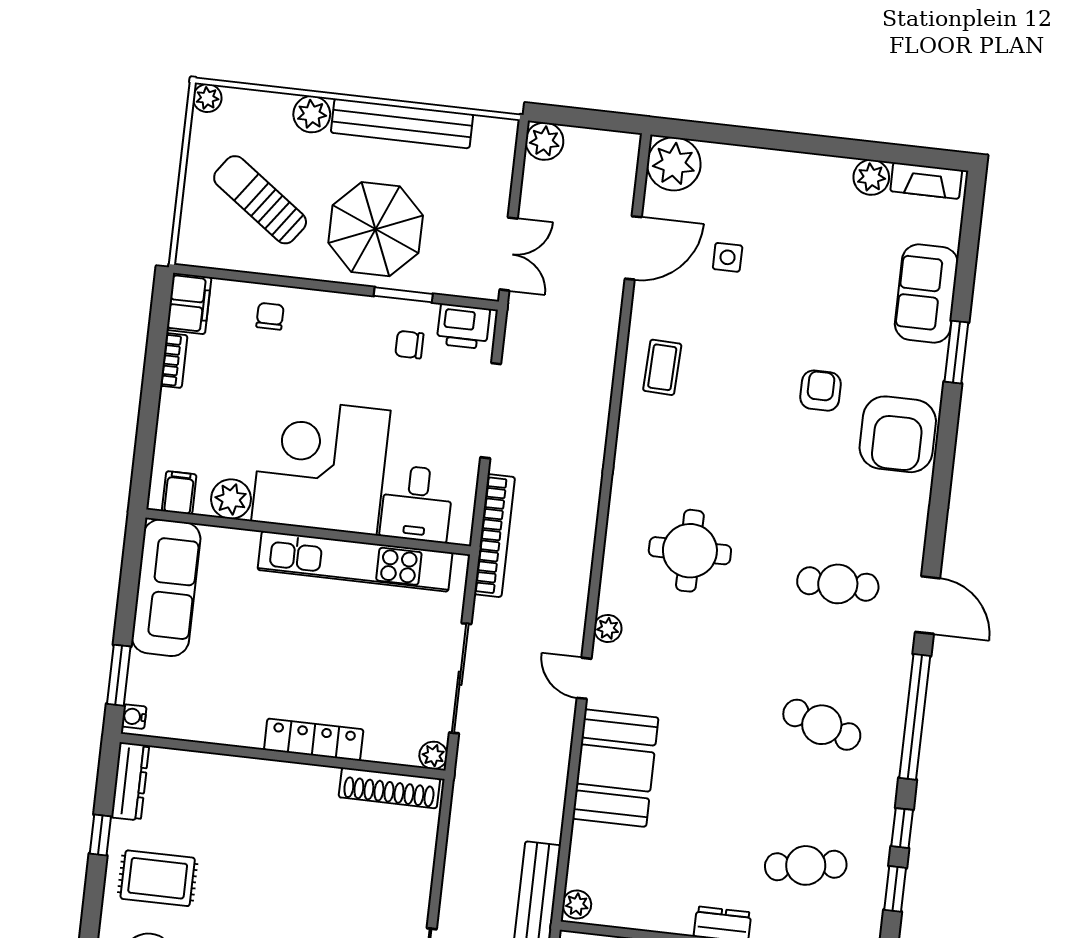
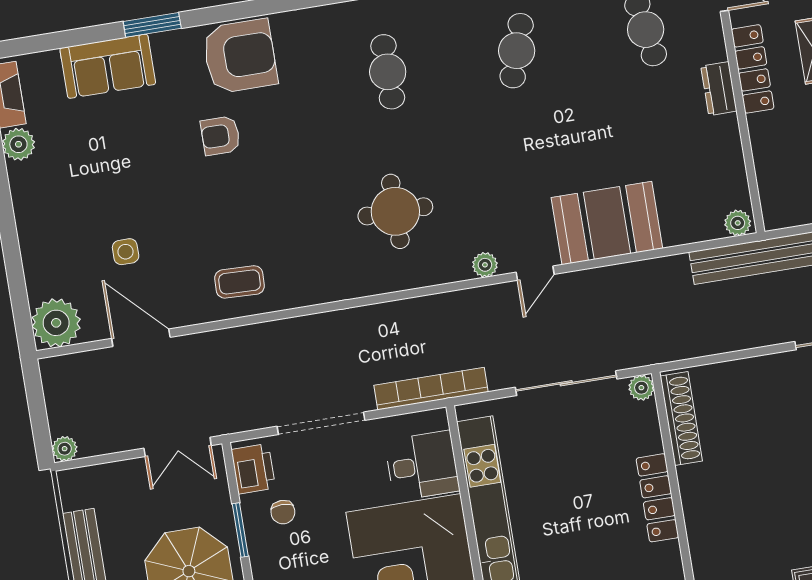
plant: (544, 141) -> (65, 449), width x0.73, depth x0.73
double door: (509, 254) -> (178, 447), swing flipped

